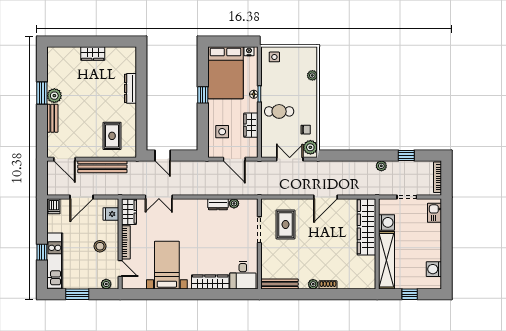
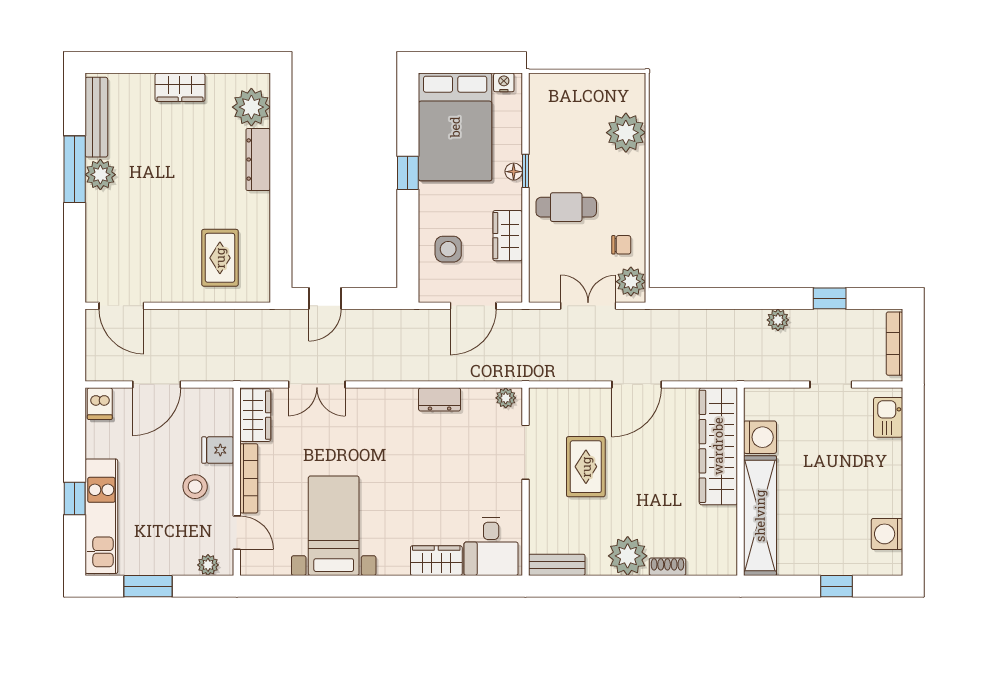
side table: (274, 57) -> (556, 94), removed
plant: (127, 63) -> (251, 107), added
plant: (312, 75) -> (626, 133), width x1.87, depth x1.87
window: (42, 93) -> (75, 169), width x1.44
bench: (52, 118) -> (96, 117), moved, width x1.36
door: (163, 155) -> (325, 298), hinge flipped
door: (234, 159) -> (473, 306), hinge flipped
bench: (102, 167) -> (200, 322), removed
door: (326, 197) -> (637, 385), moved
plant: (234, 203) -> (506, 398), moved
fridge: (111, 214) -> (218, 450), moved
washing machine: (387, 222) -> (760, 437), moved
rug: (286, 224) -> (586, 467), moved
wardrobe: (367, 227) -> (718, 446), moved
wall: (377, 244) -> (741, 482), moved
shelving: (387, 260) -> (760, 516), moved
wardrobe: (210, 282) -> (436, 561), width x0.67
bench: (279, 284) -> (557, 565), width x0.73
plant: (313, 284) -> (628, 556), width x1.87, depth x1.87

